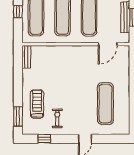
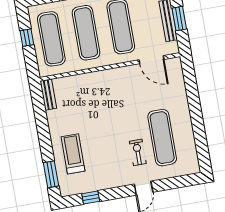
door: (108, 44) -> (151, 60), hinge flipped
exercise bike: (57, 118) -> (138, 152), moved

